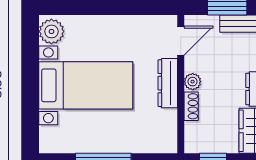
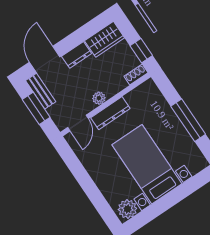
door: (181, 41) -> (78, 123), swing flipped
shoe rack: (191, 106) -> (136, 75), moved

